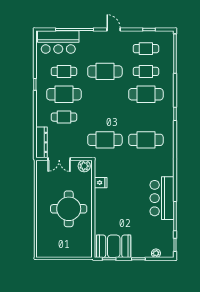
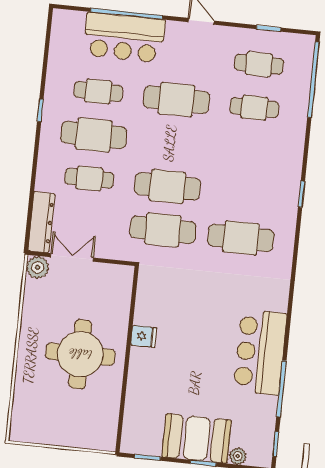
bar counter: (58, 42) -> (124, 37), moved
cafe table: (146, 94) -> (167, 186), moved
double door: (59, 159) -> (72, 257), swing flipped
plant: (84, 166) -> (38, 267), moved
fridge: (101, 183) -> (144, 336), moved
booth: (114, 246) -> (197, 438), moved

